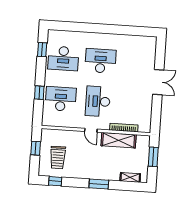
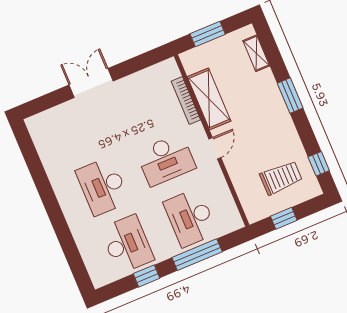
window: (42, 50) -> (147, 276), moved
window: (39, 93) -> (197, 255), width x2.17

